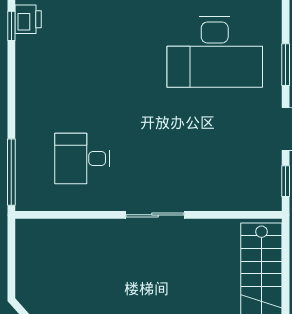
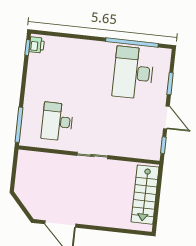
desk: (215, 52) -> (133, 73), turned 90
desk: (82, 159) -> (57, 122), width x1.37

